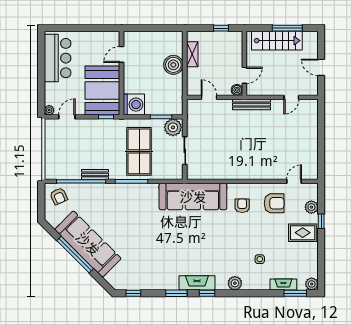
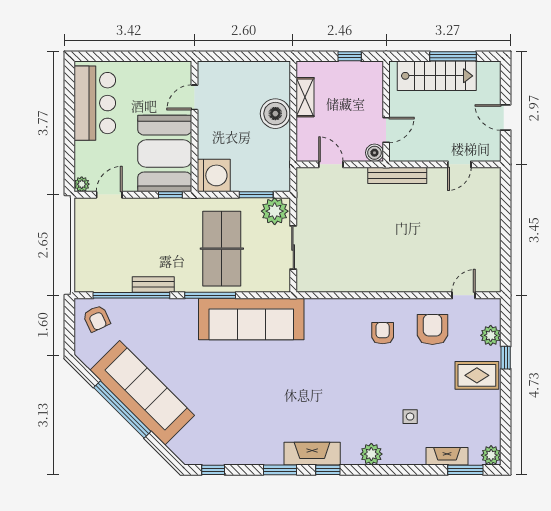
sofa: (193, 197) -> (251, 319), moved
armchair: (274, 203) -> (432, 329), turned -90

